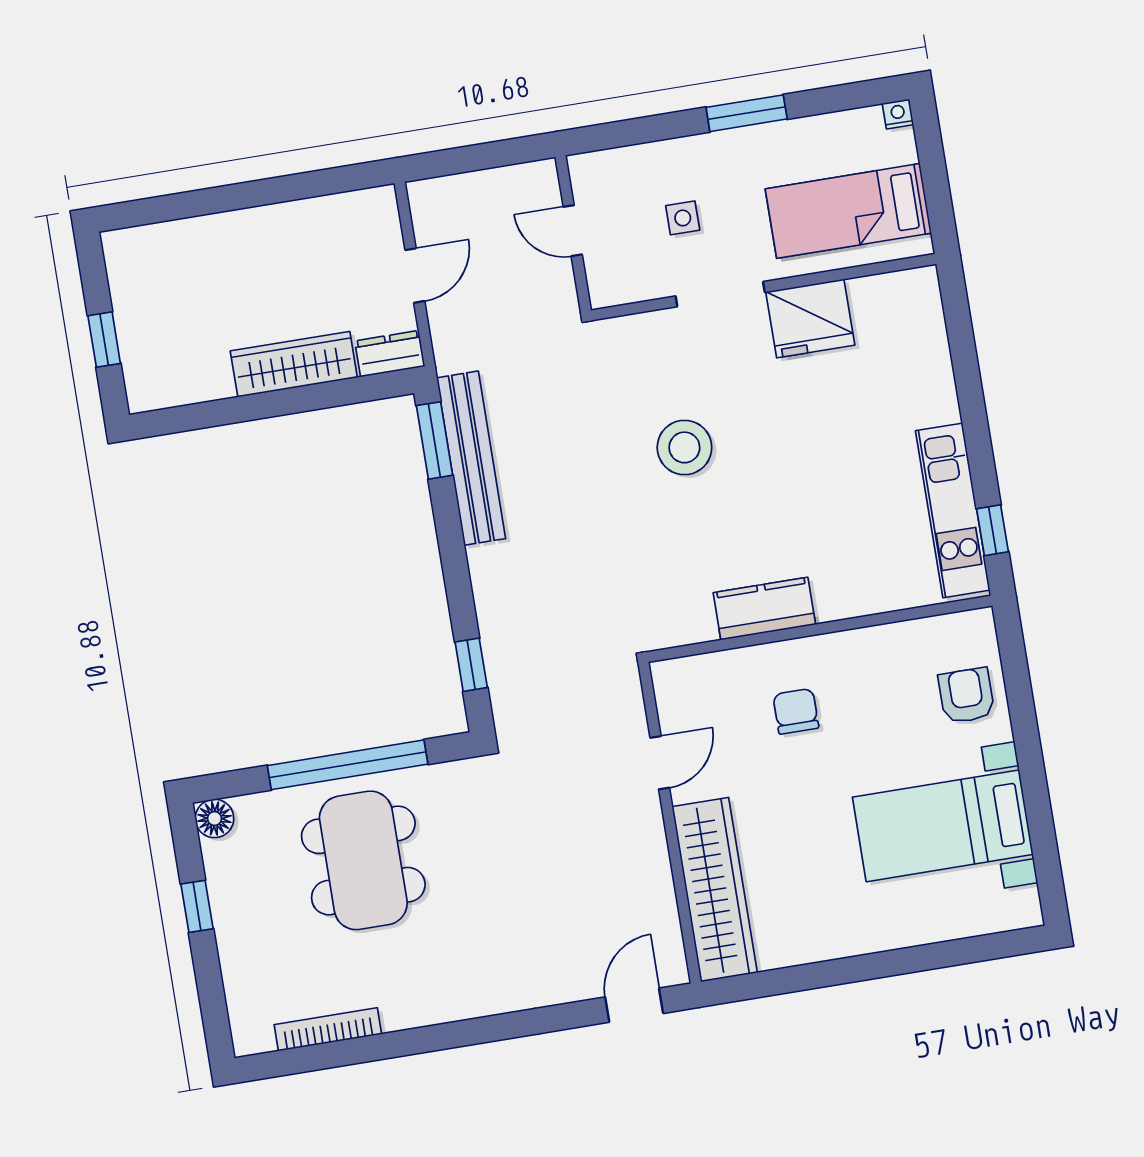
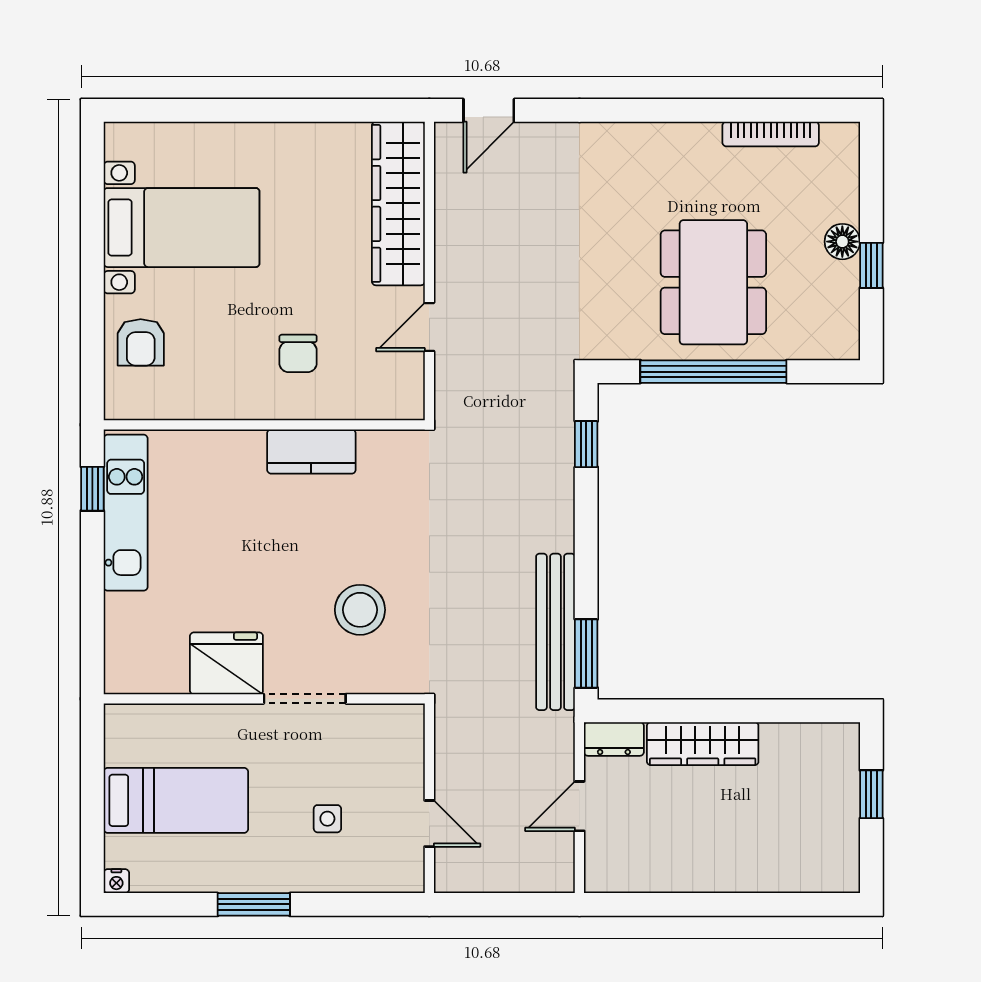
wall: (764, 287) -> (264, 699), moved
doorway: (720, 294) -> (305, 699), moved
fridge: (810, 318) -> (226, 663), moved
floor lamp: (214, 818) -> (842, 242), moved

